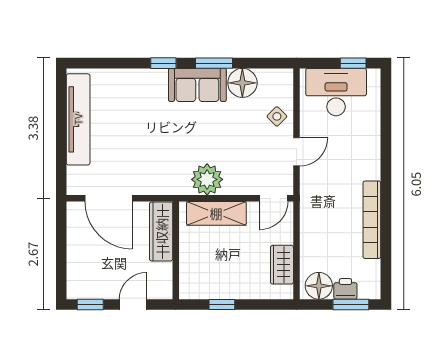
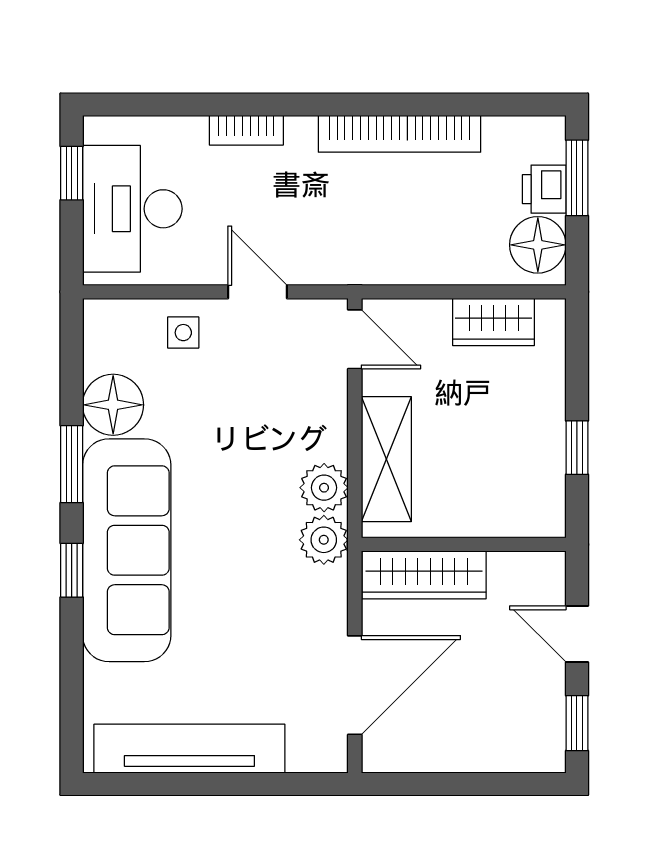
sofa: (197, 85) -> (127, 550), width x1.85, depth x1.27
side table: (277, 116) -> (183, 333), turned 45
bookcase: (374, 147) -> (246, 130), added
plant: (207, 179) -> (324, 488), width x0.73, depth x0.73
plant: (178, 184) -> (324, 540), added

